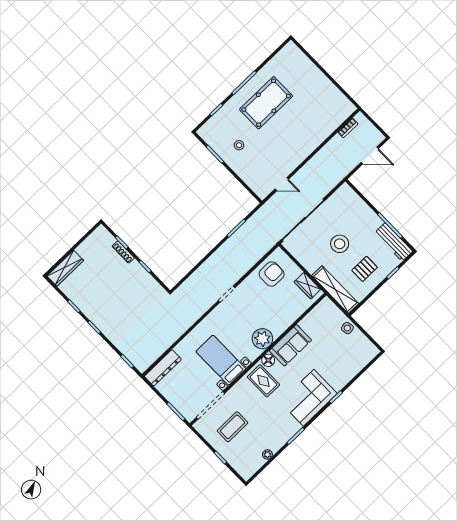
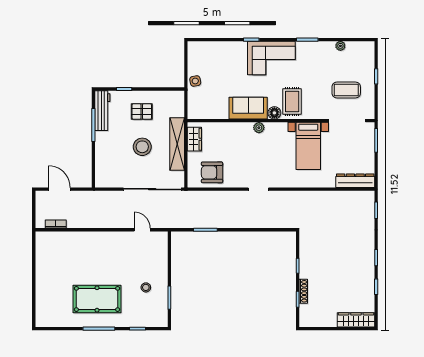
shelving: (335, 290) -> (177, 144), moved
plant: (262, 339) -> (259, 128), width x0.53, depth x0.53

